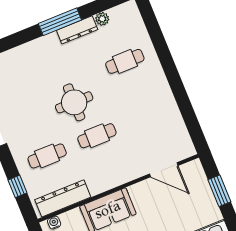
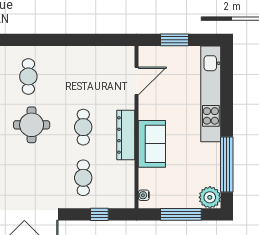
round table: (74, 102) -> (32, 125), moved
dresser: (63, 198) -> (126, 135), moved

